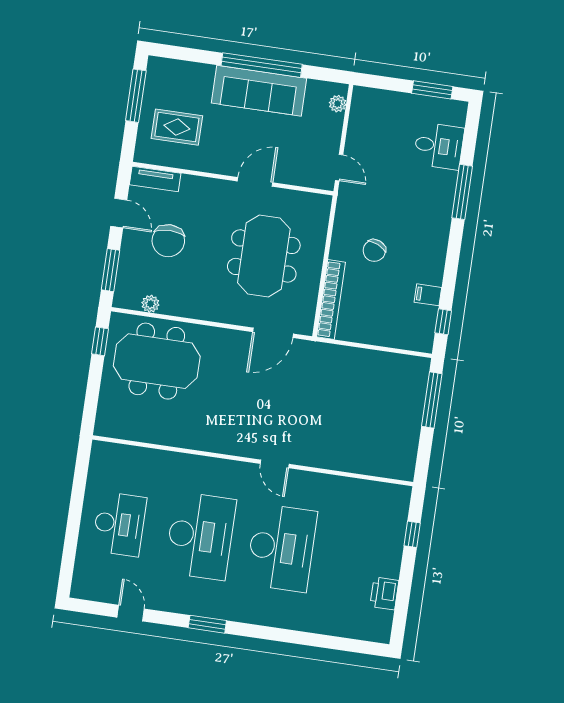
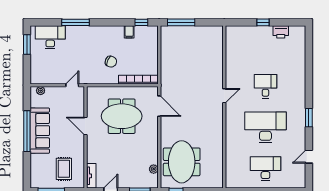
desk: (439, 146) -> (50, 37), width x1.37
chair: (168, 241) -> (121, 165), removed
window: (412, 534) -> (263, 22), moved
desk: (281, 548) -> (265, 86), width x0.53, depth x0.77

